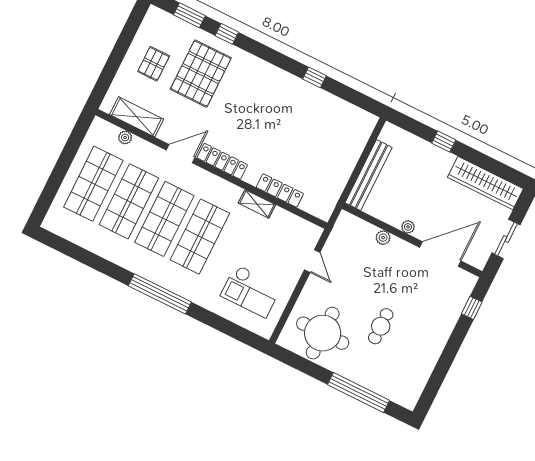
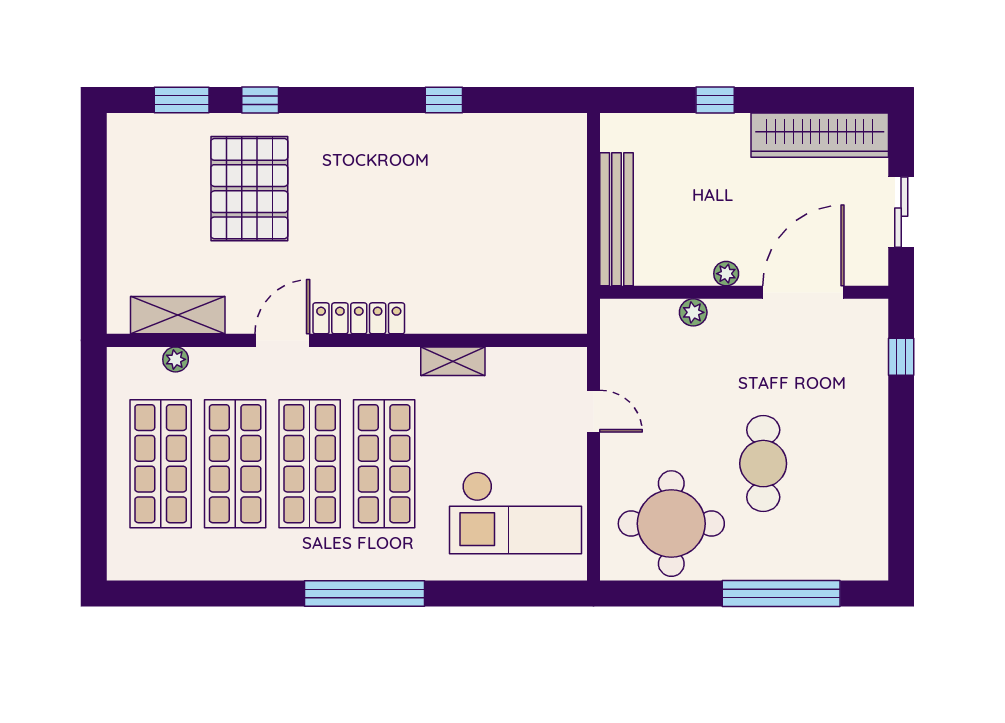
pallet: (154, 64) -> (162, 211), removed
locker: (280, 190) -> (480, 319), removed
checkout: (251, 291) -> (515, 513), width x1.36, depth x1.21
cafe table: (381, 326) -> (763, 464), width x1.37, depth x1.35

